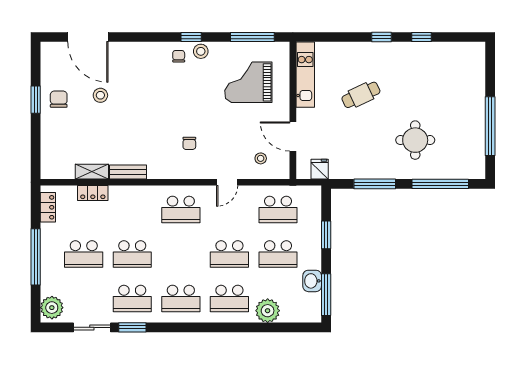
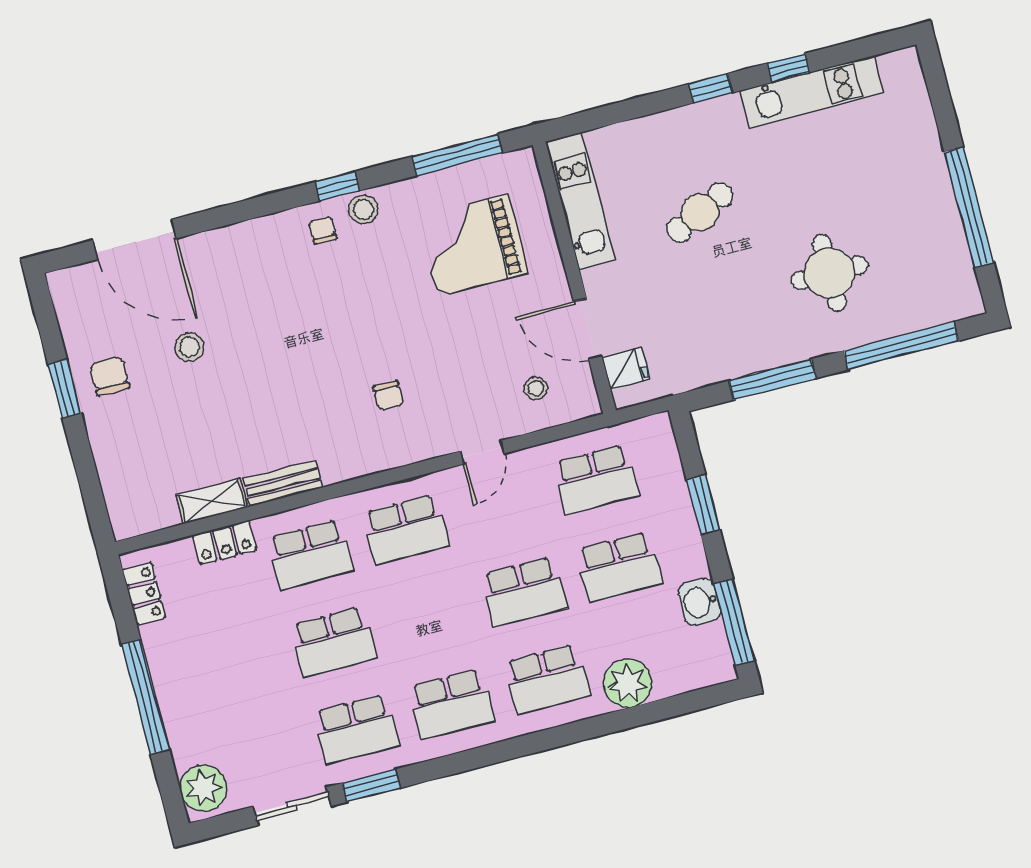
kitchen unit: (430, 51) -> (812, 92), added
fridge: (320, 169) -> (626, 368), moved, turned 90
school desk: (84, 254) -> (310, 554), moved

